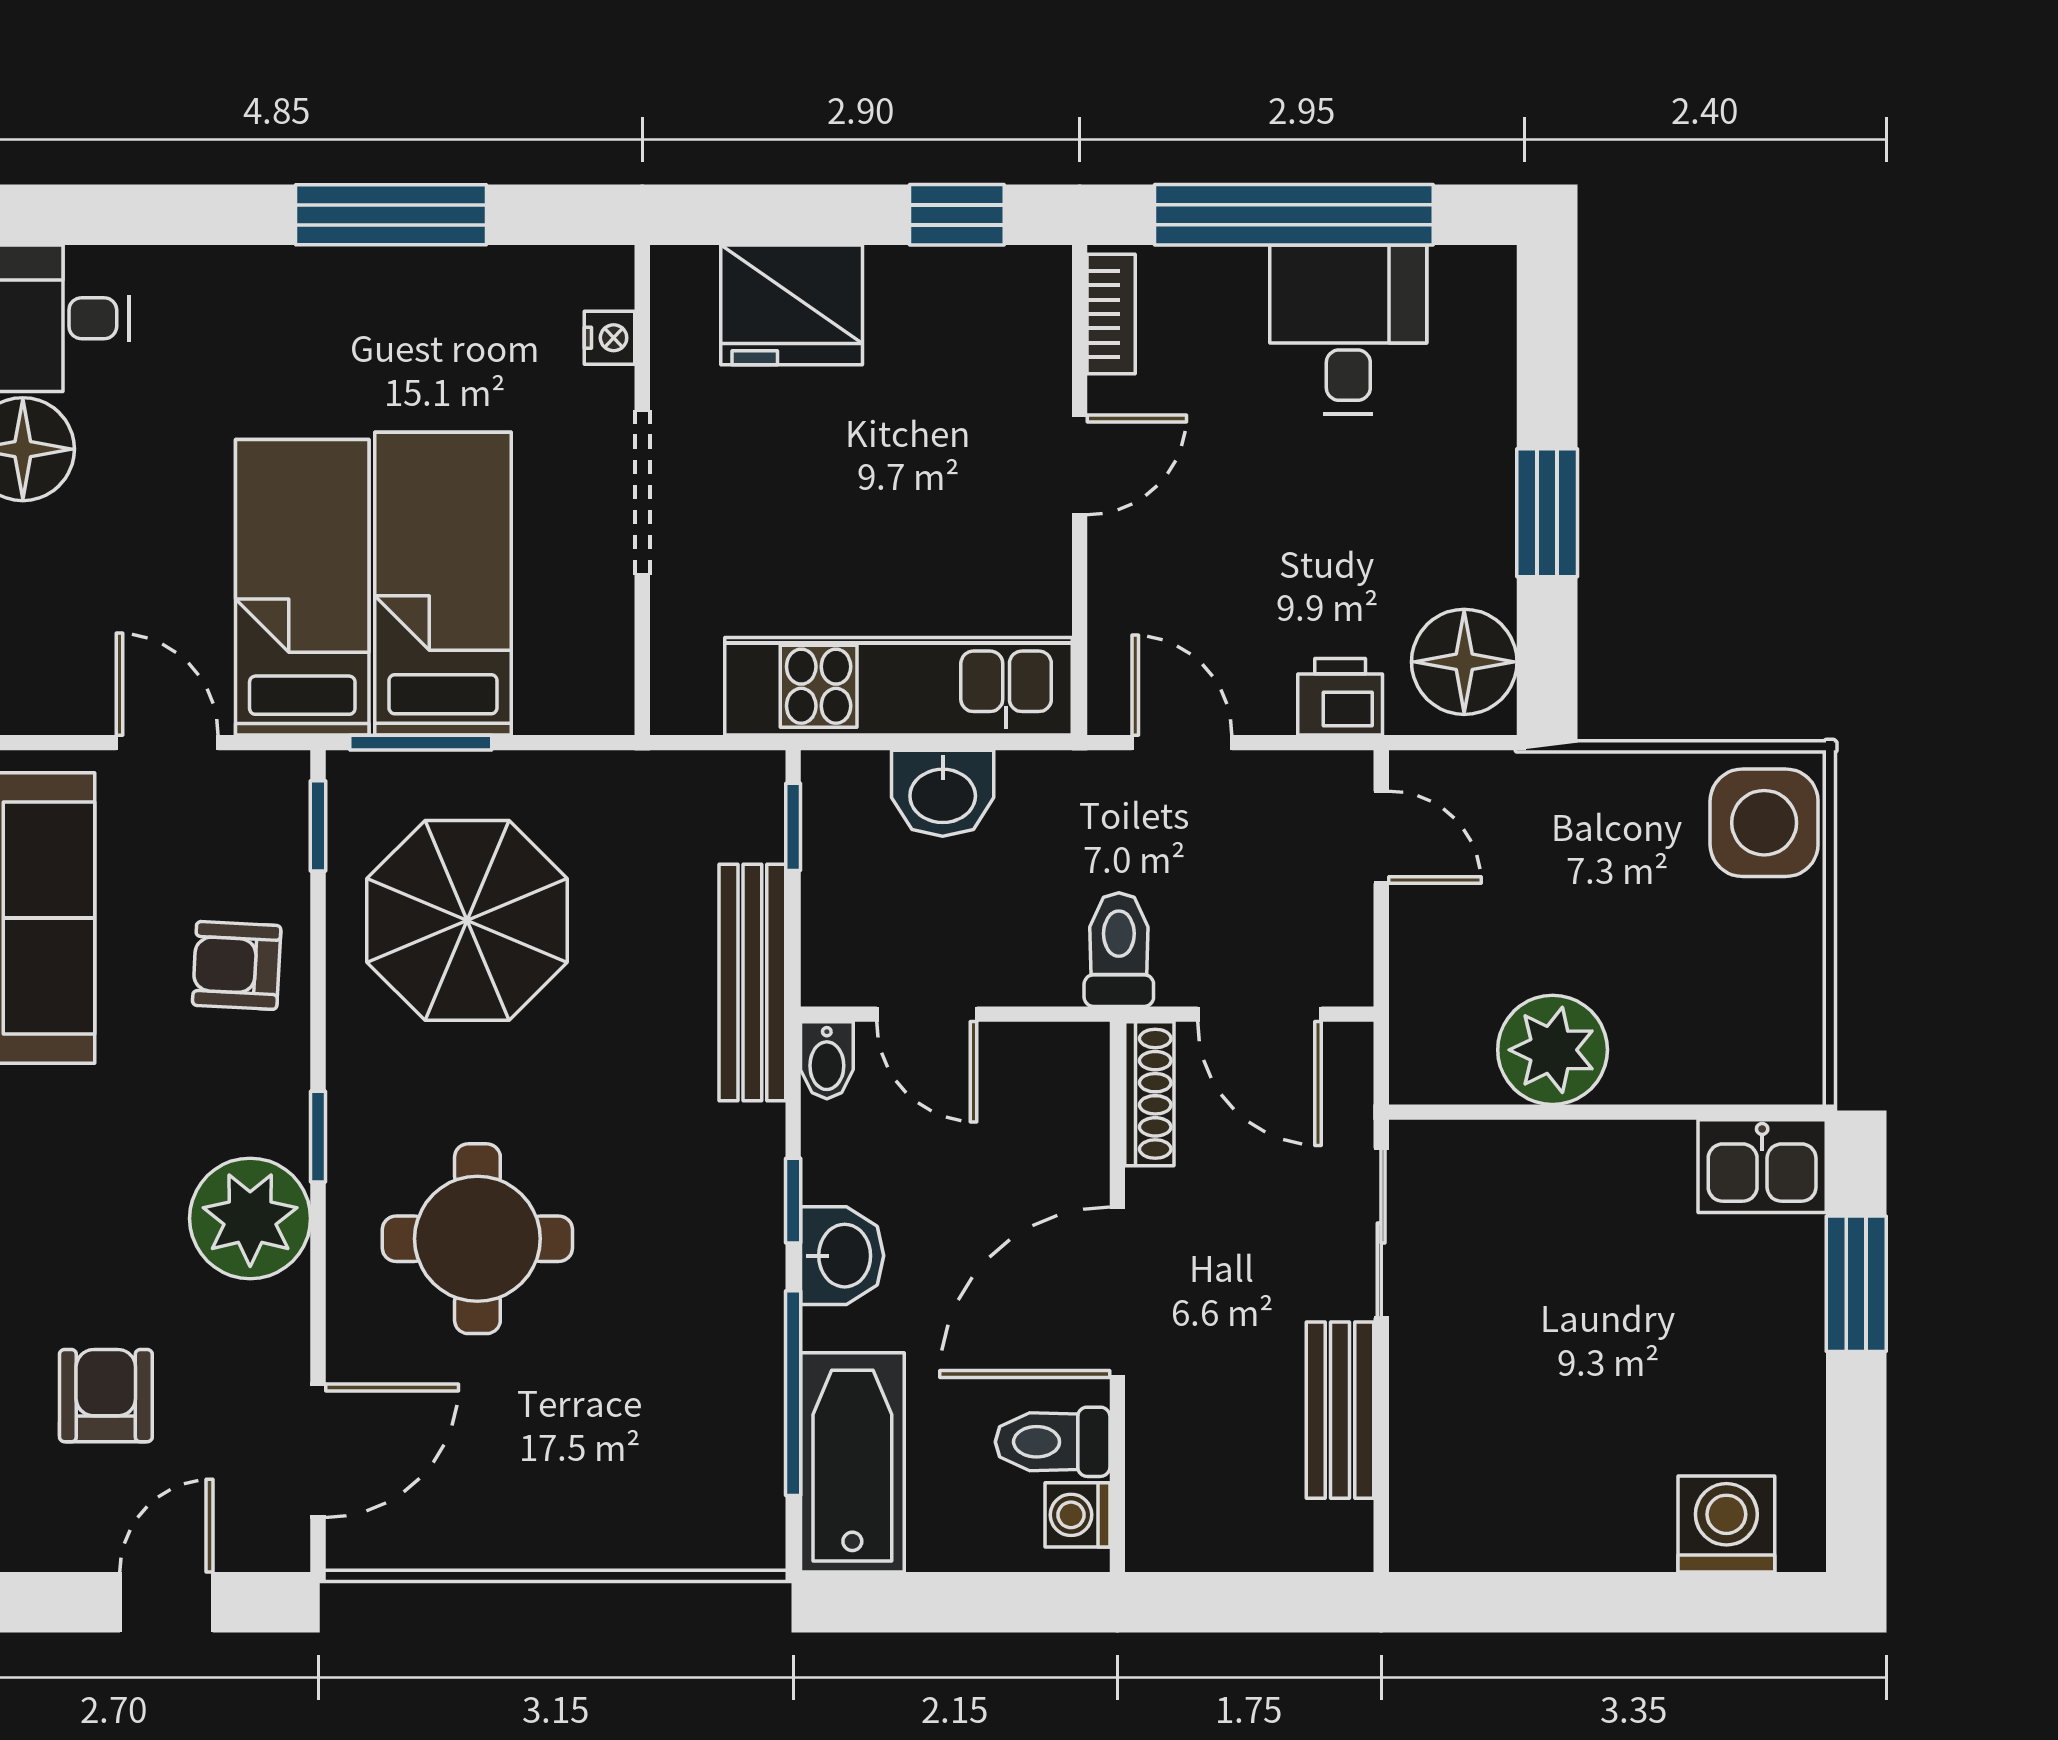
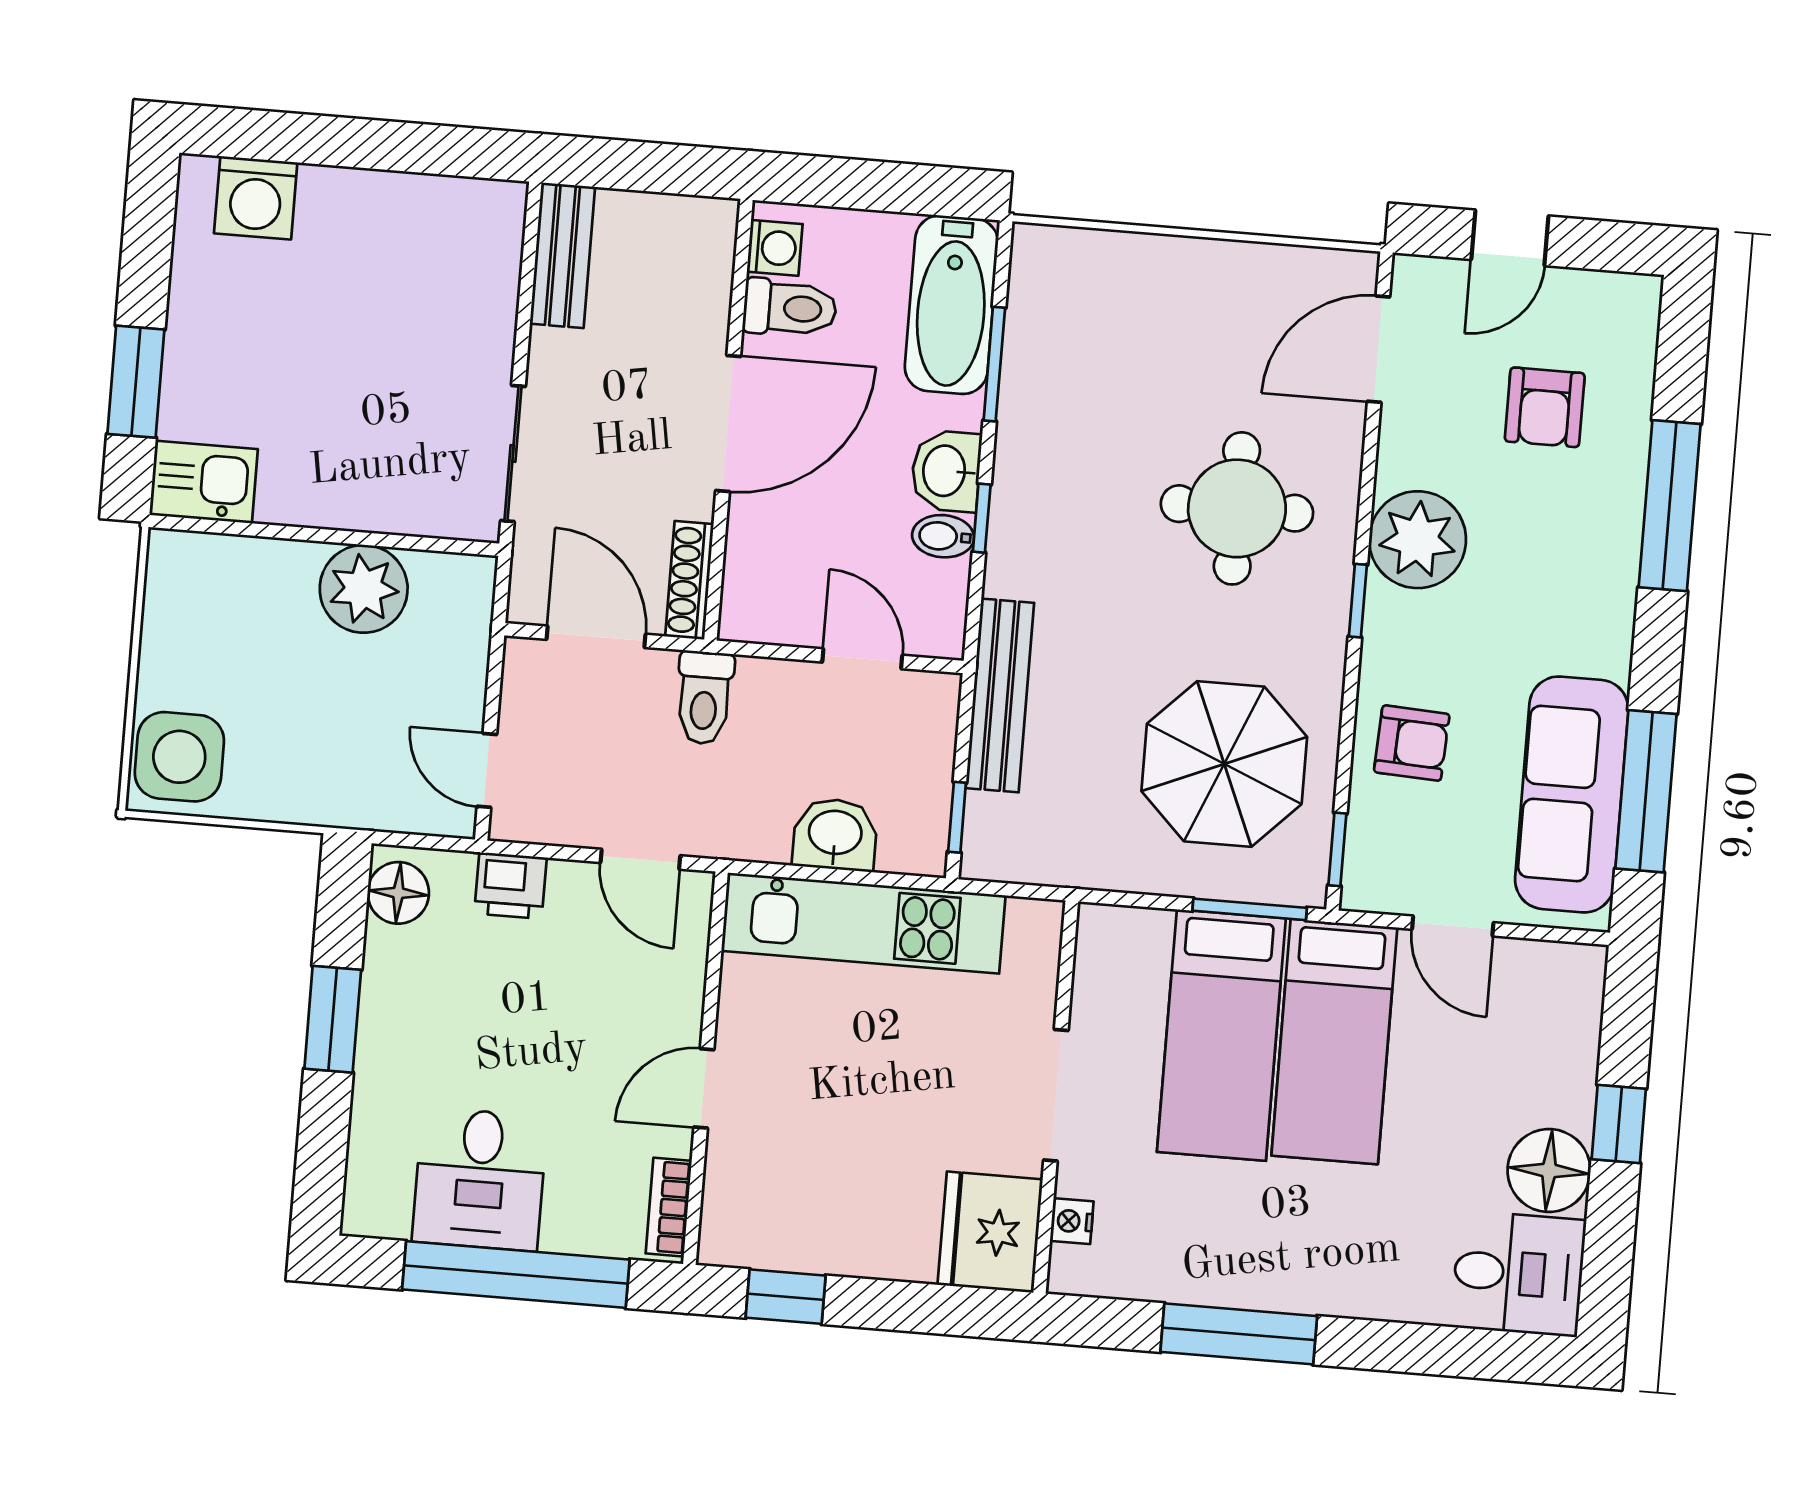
fridge: (792, 305) -> (990, 1232), moved, turned -90
floor lamp: (1464, 662) -> (398, 893), width x0.73, depth x0.73
bidet: (827, 1060) -> (943, 536), moved, turned -90
window: (793, 1393) -> (994, 364), width x0.69
bench: (1340, 1410) -> (562, 255), moved

